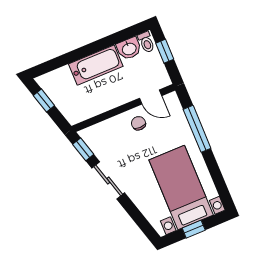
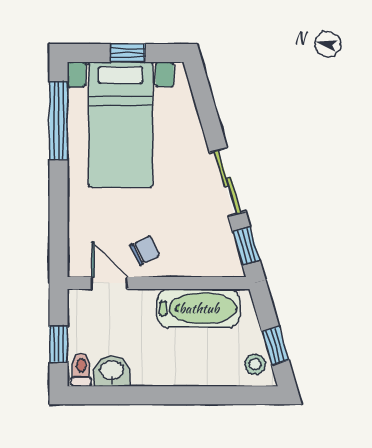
bathtub: (96, 65) -> (199, 308), moved, turned 180
stool: (51, 85) -> (255, 364), added
chair: (138, 123) -> (145, 250), turned -117
window: (197, 129) -> (59, 121), moved

